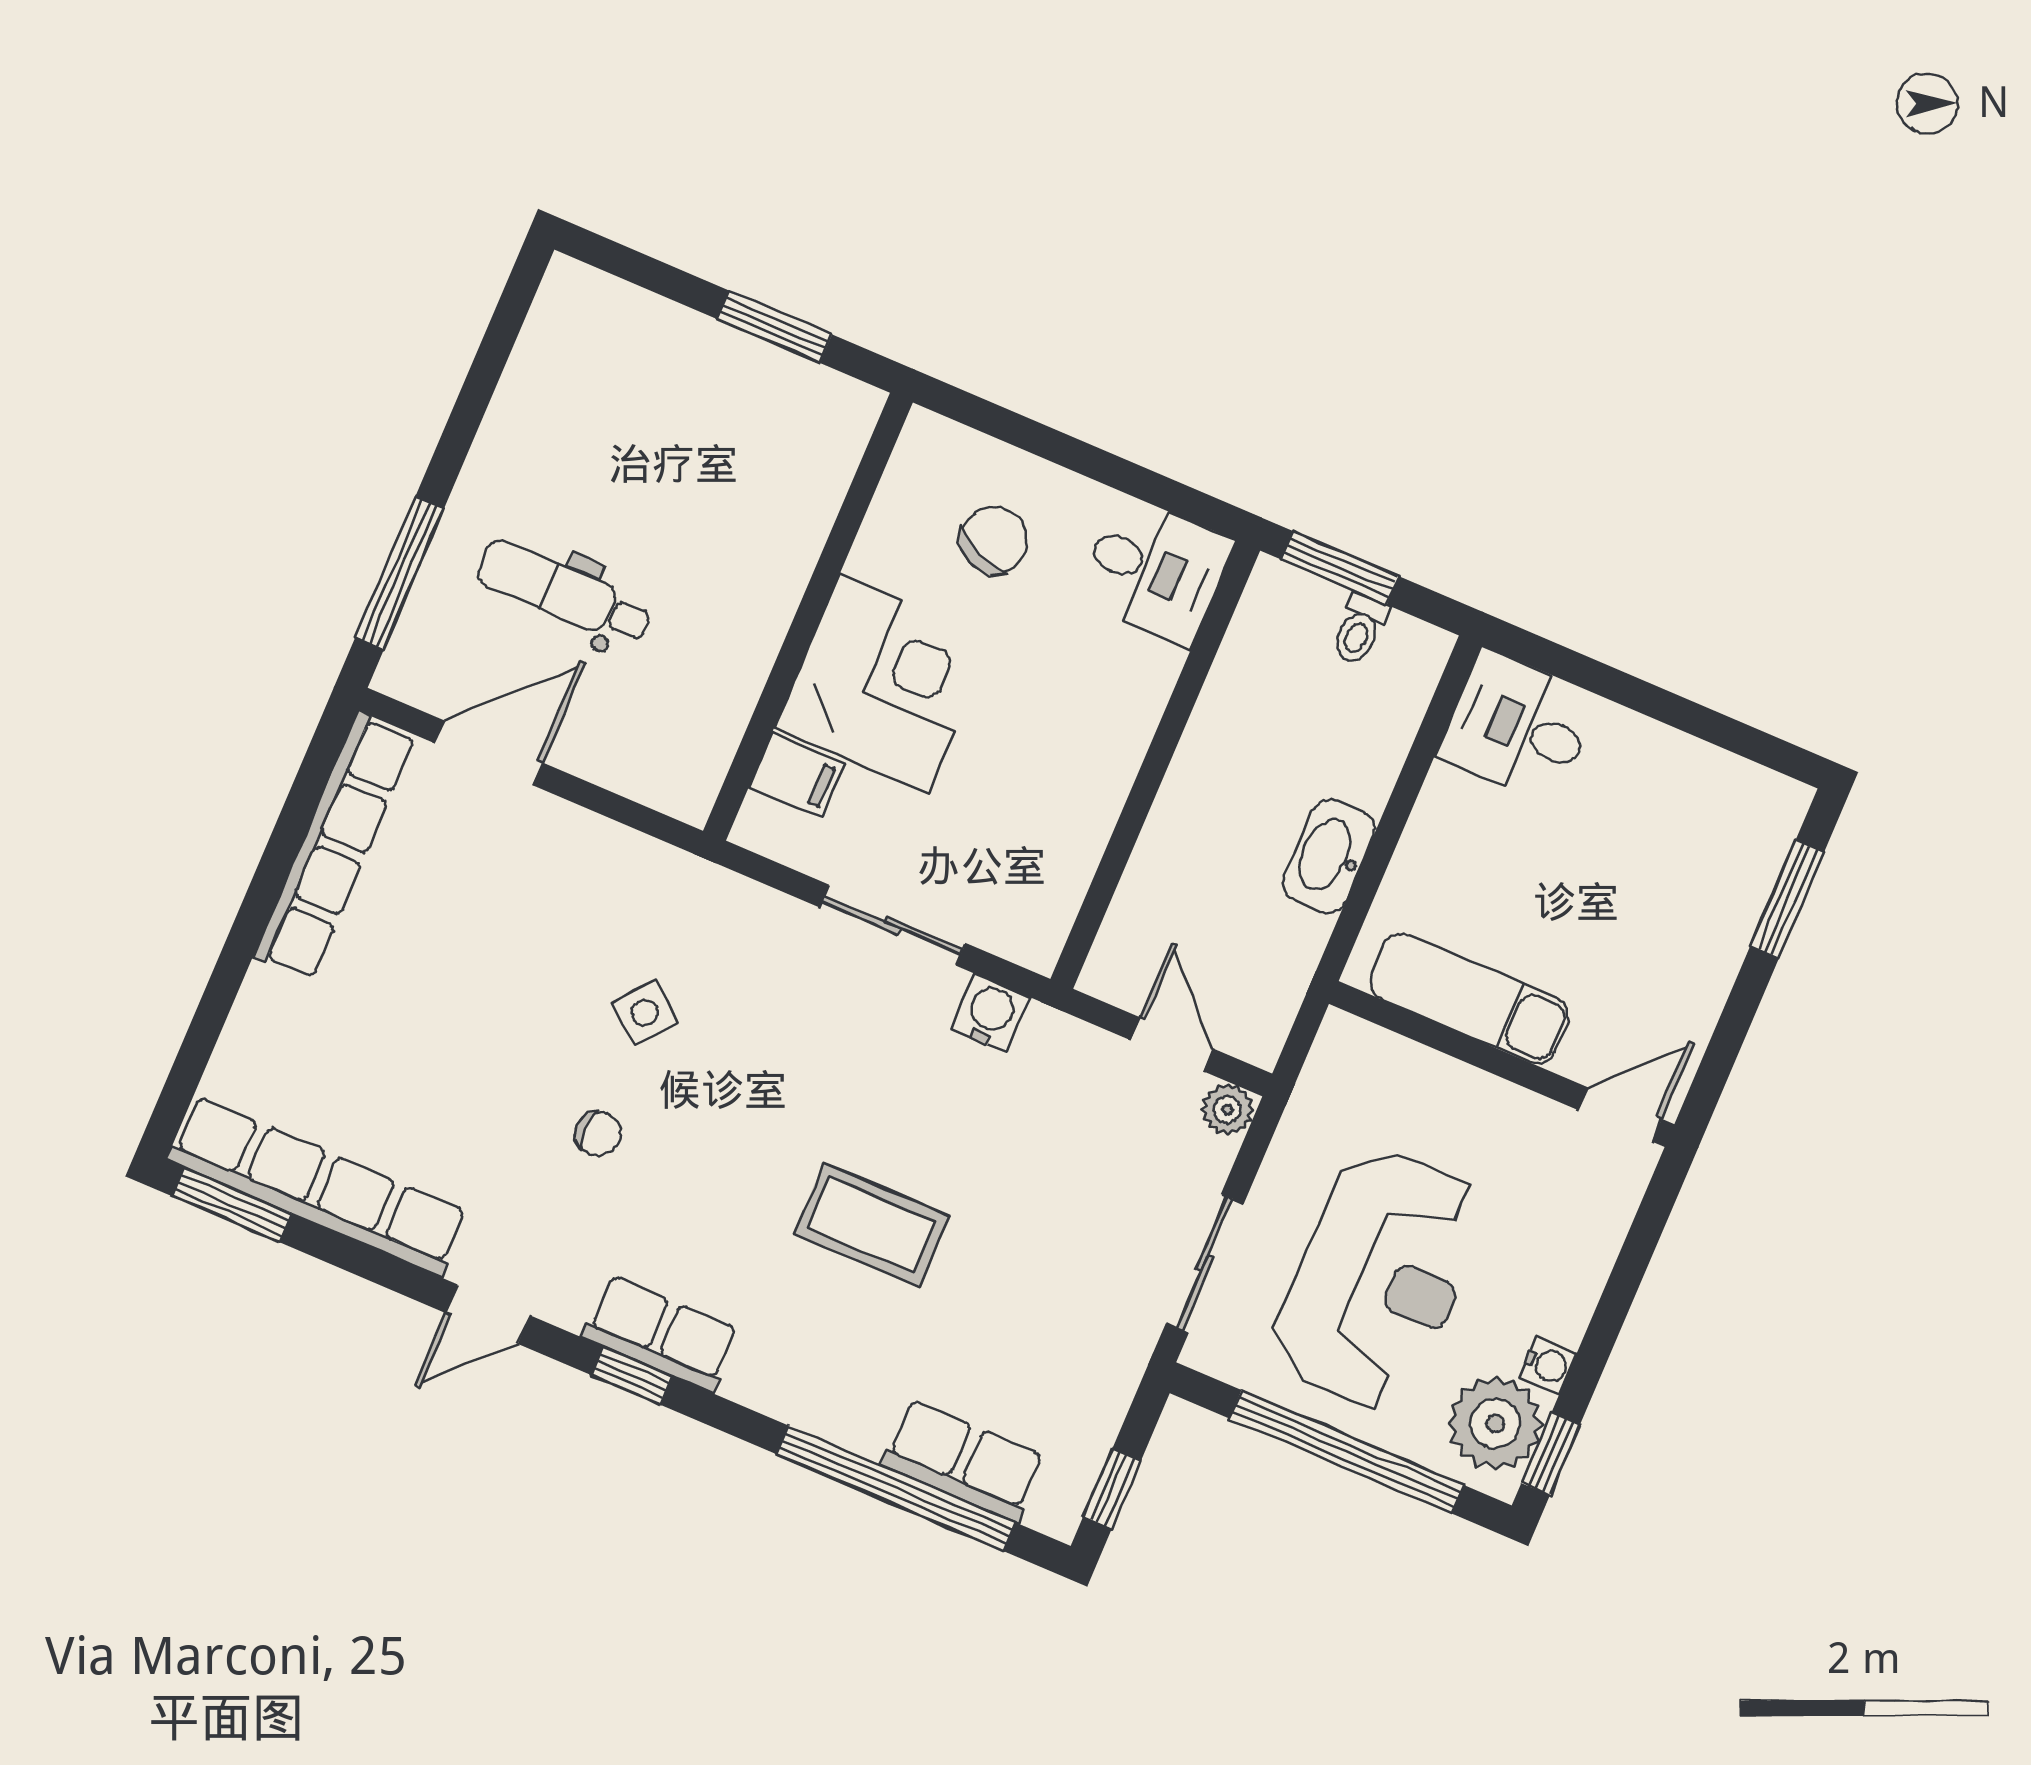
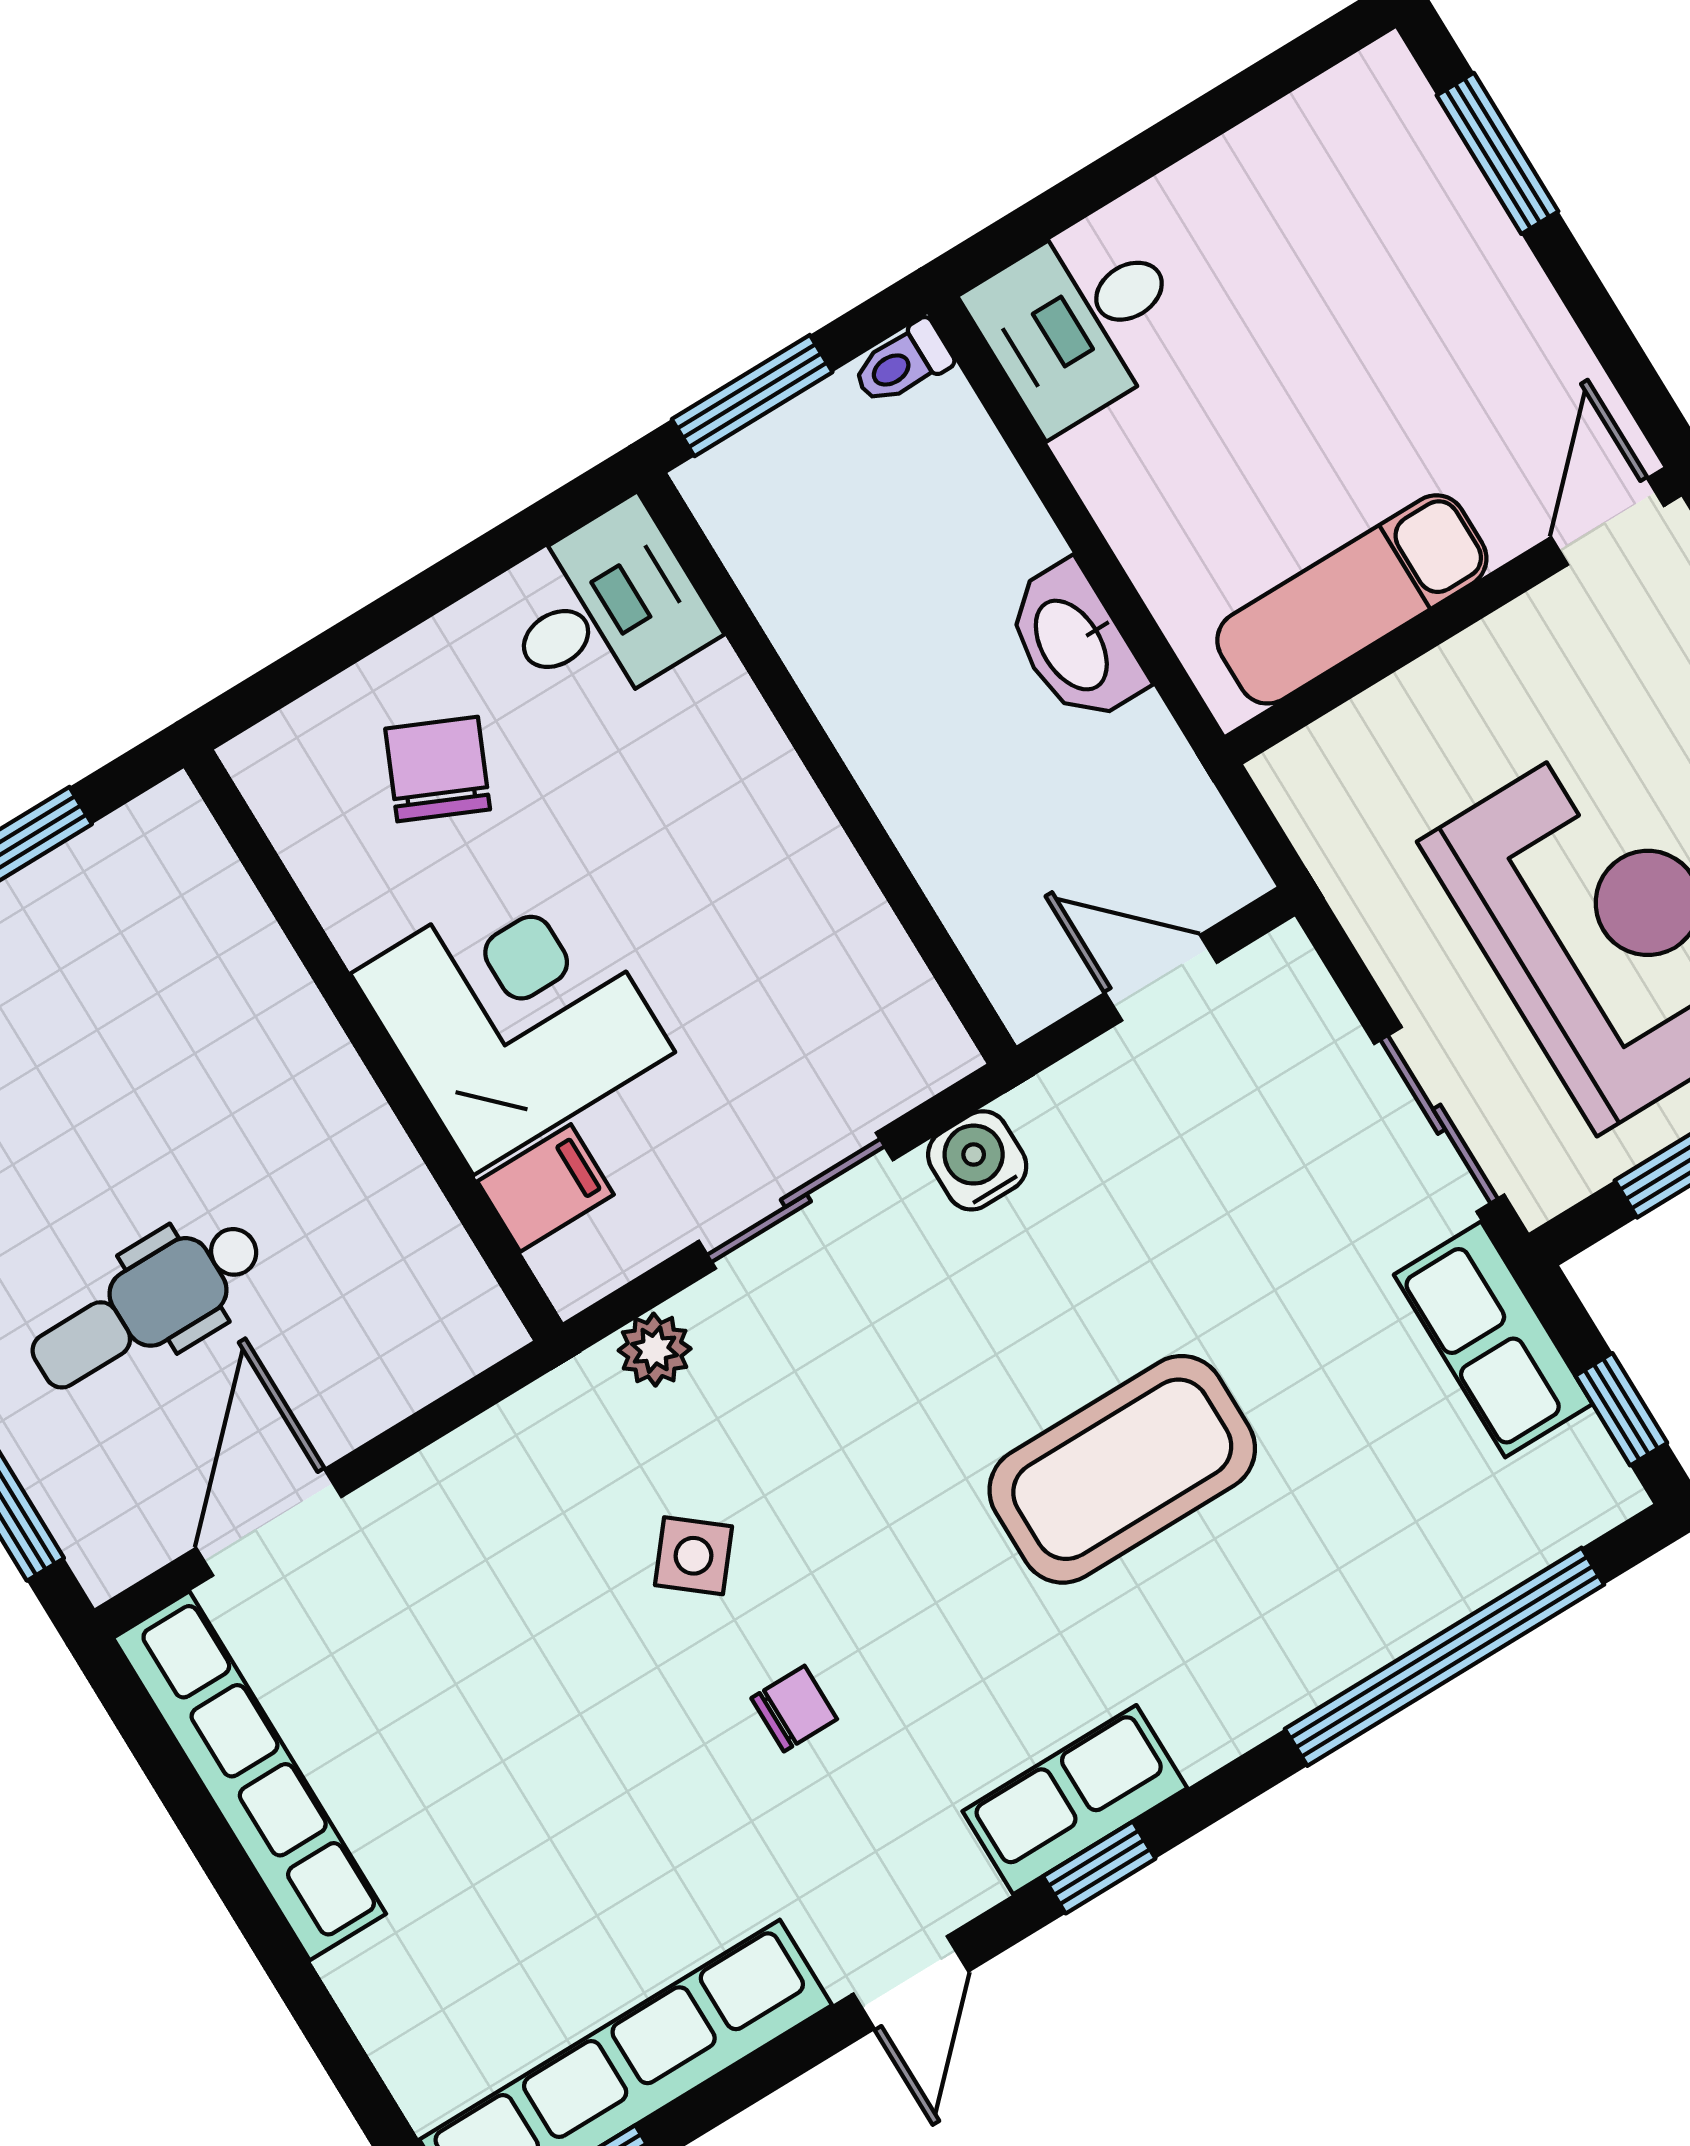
toilet: (1360, 629) -> (902, 363), moved, turned 90
plant: (1228, 1109) -> (655, 1350), moved
coffee table: (872, 1225) -> (1122, 1469), width x1.36, depth x1.32
row of seats: (963, 1461) -> (1493, 1339), moved, turned -90

